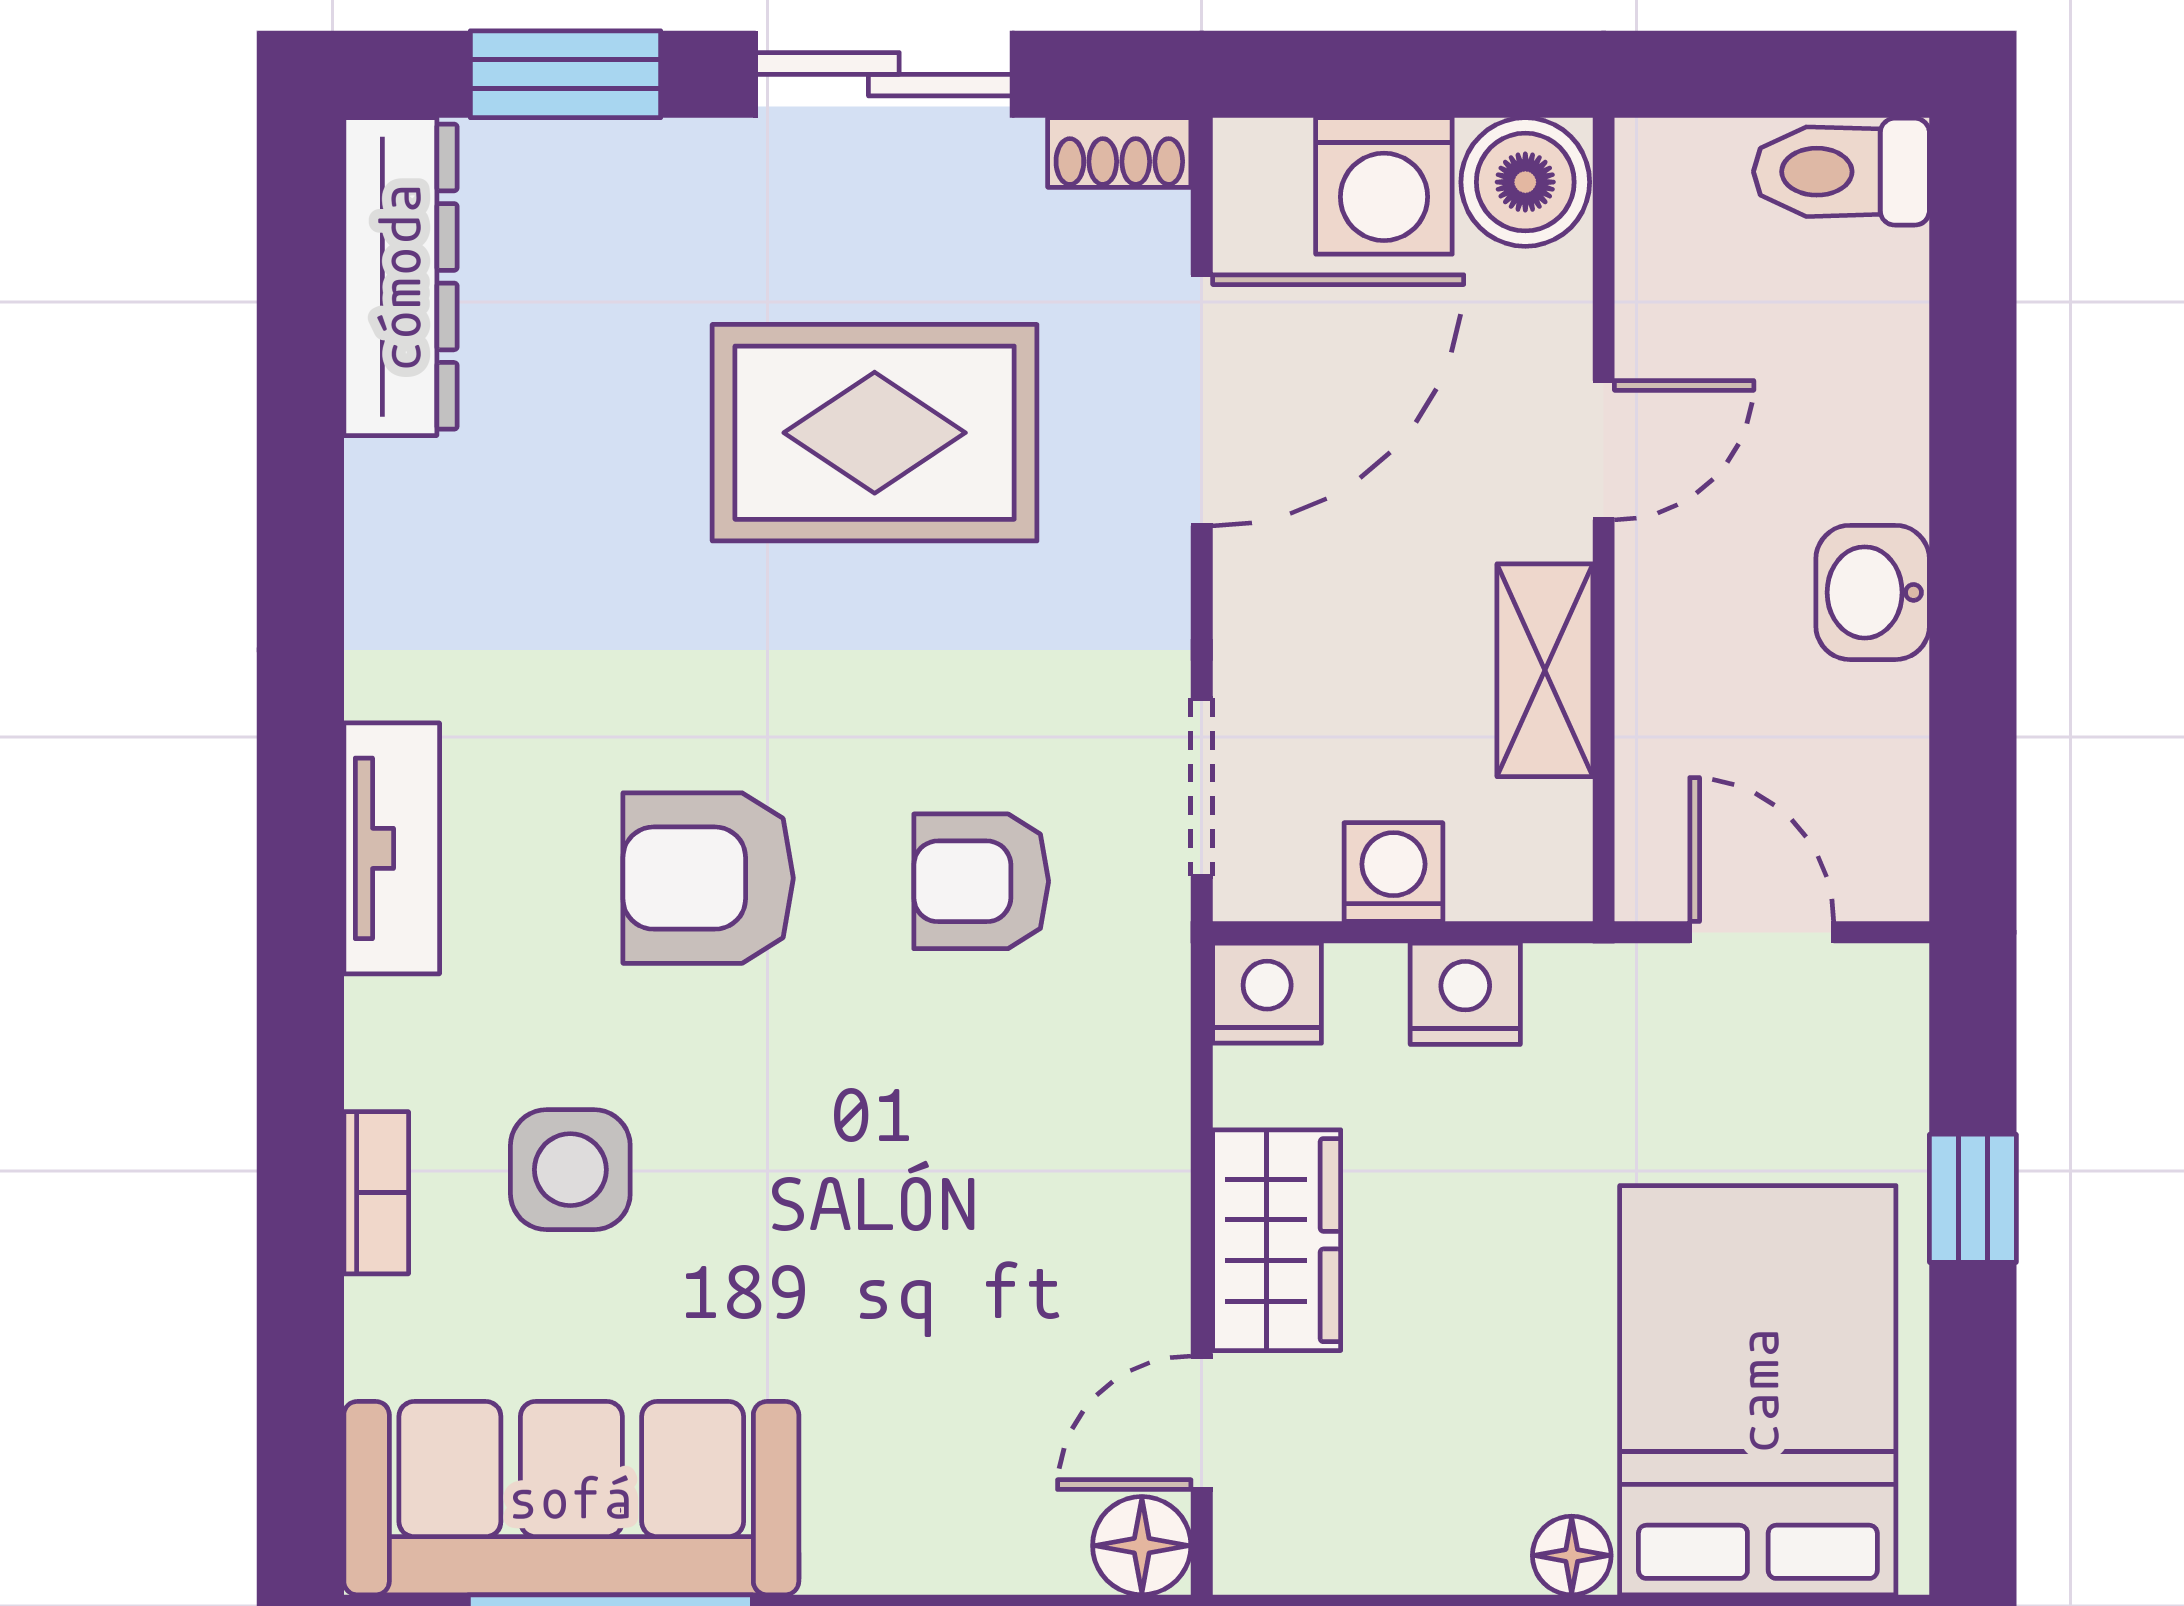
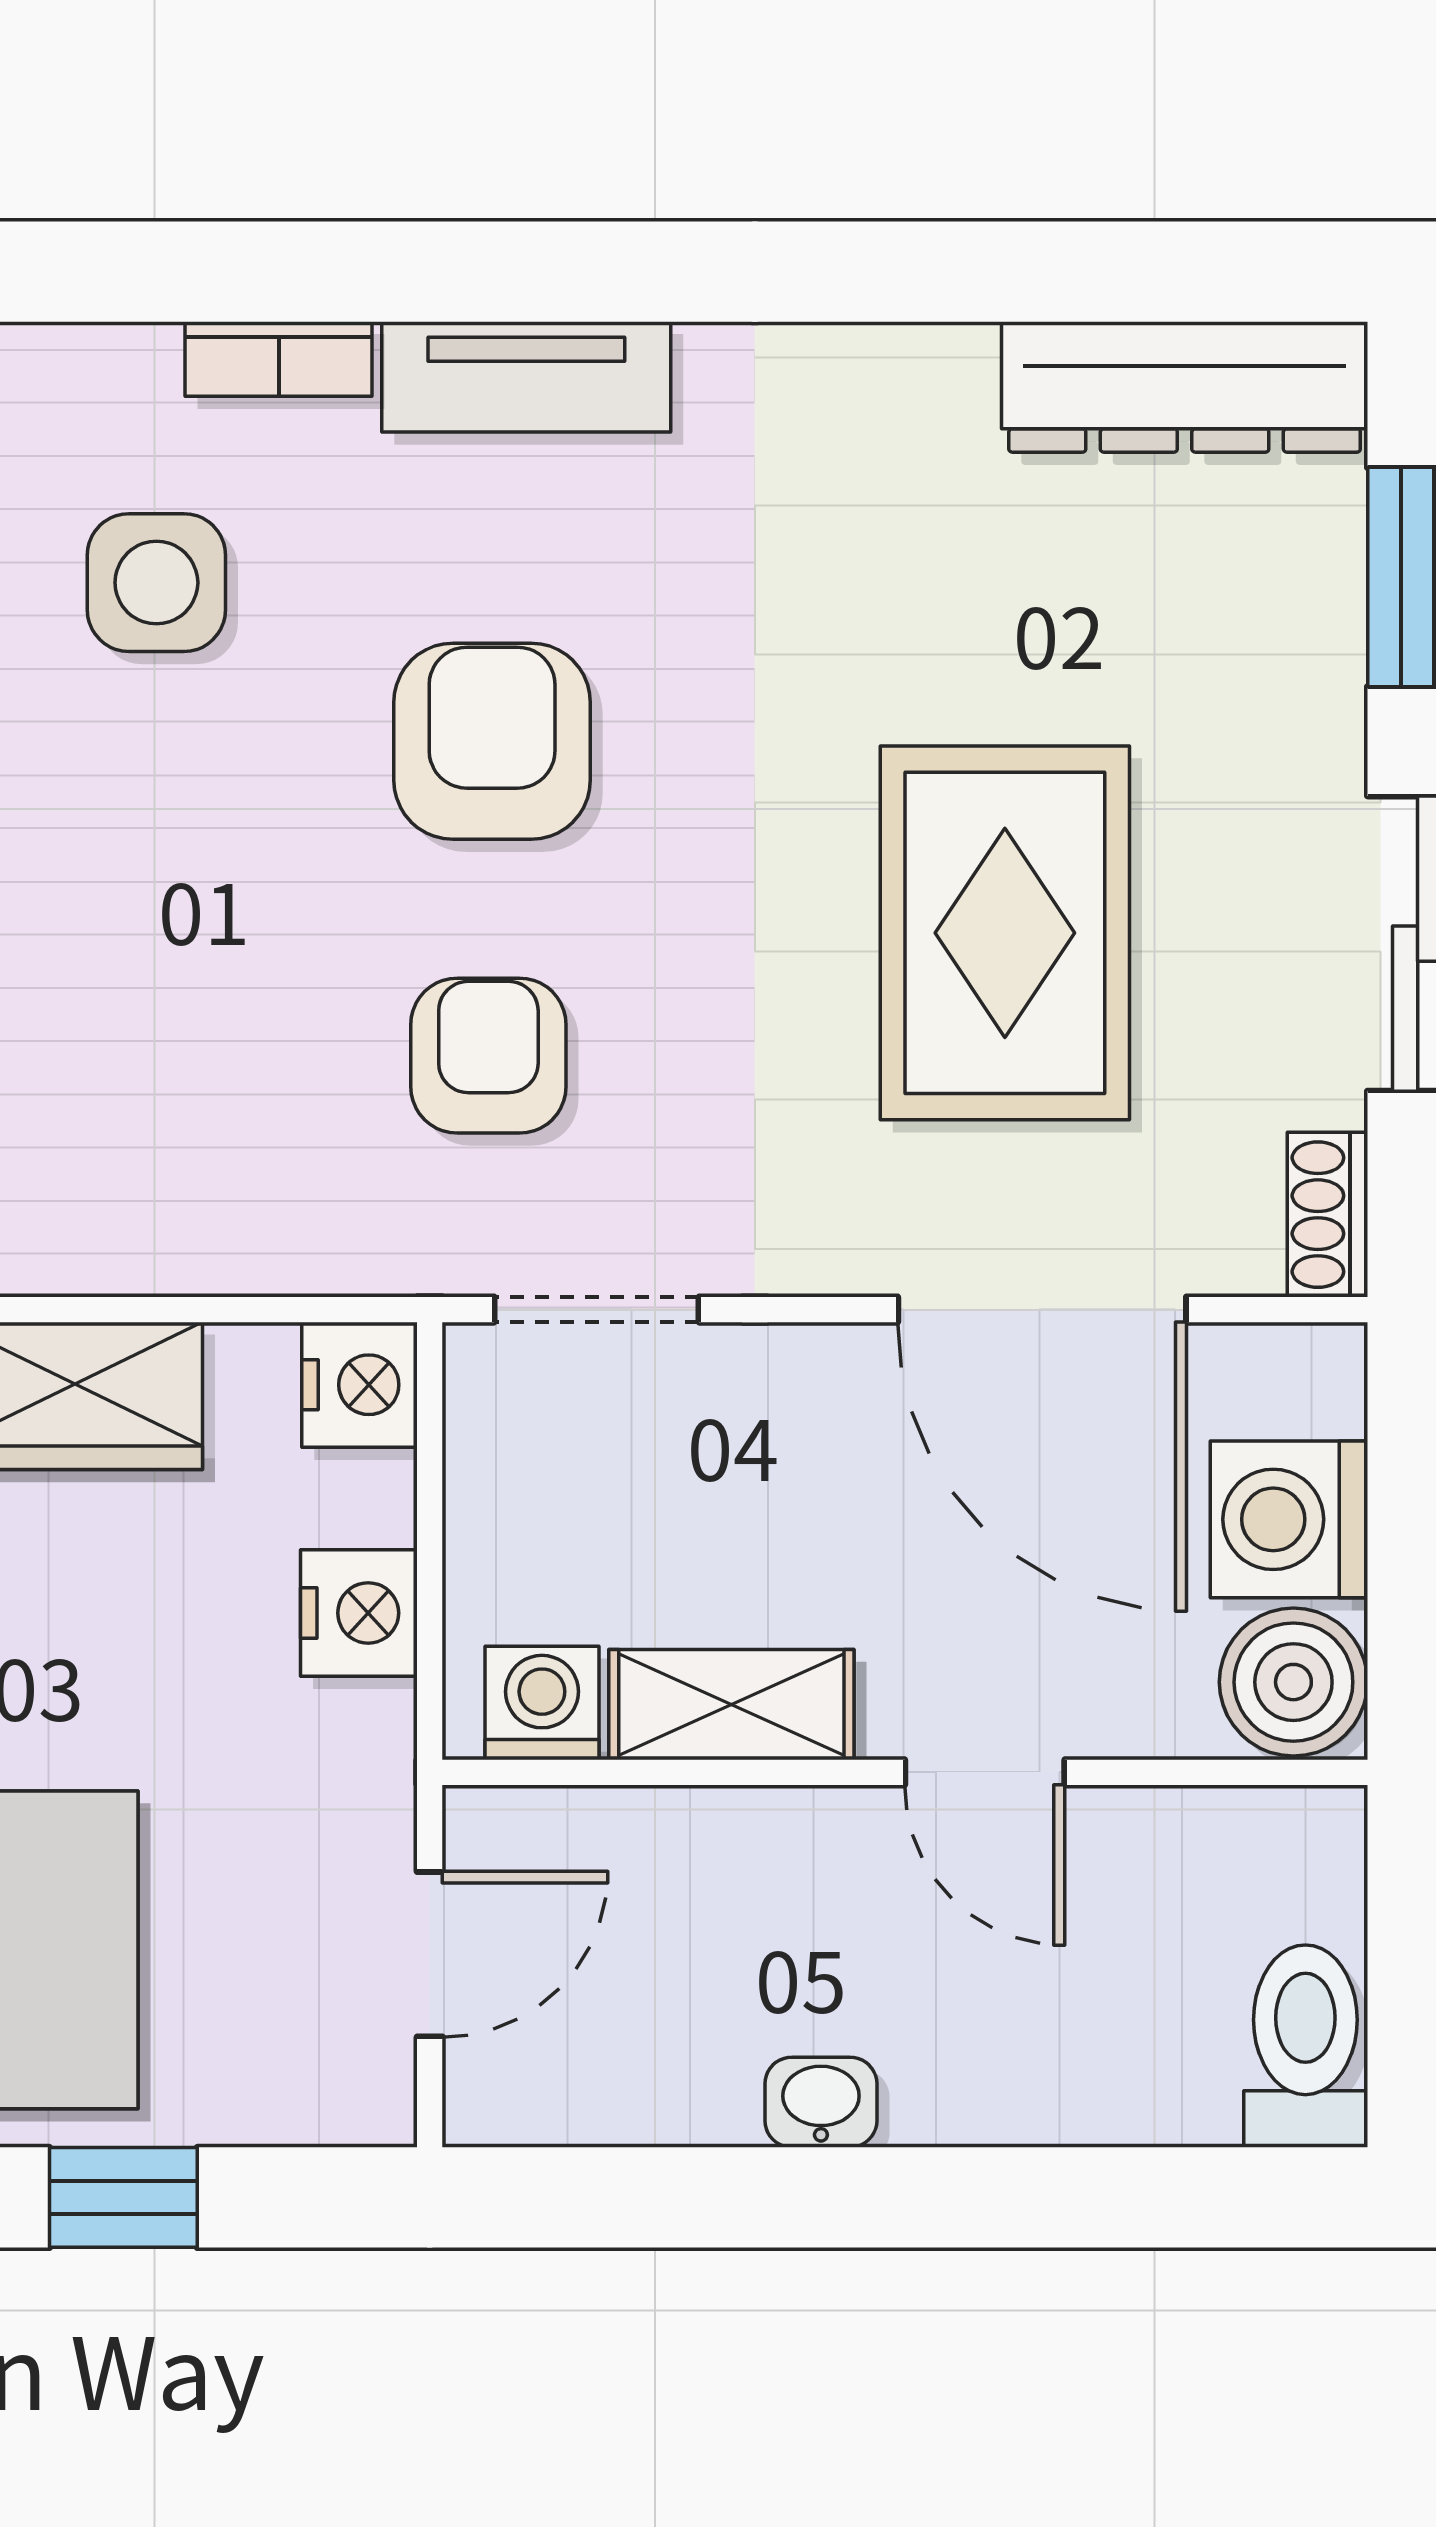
washbasin: (1873, 592) -> (821, 2102), width x0.72, depth x0.69
washing machine: (1393, 872) -> (542, 1703), moved, turned -90
bookcase: (376, 1193) -> (279, 359), moved

